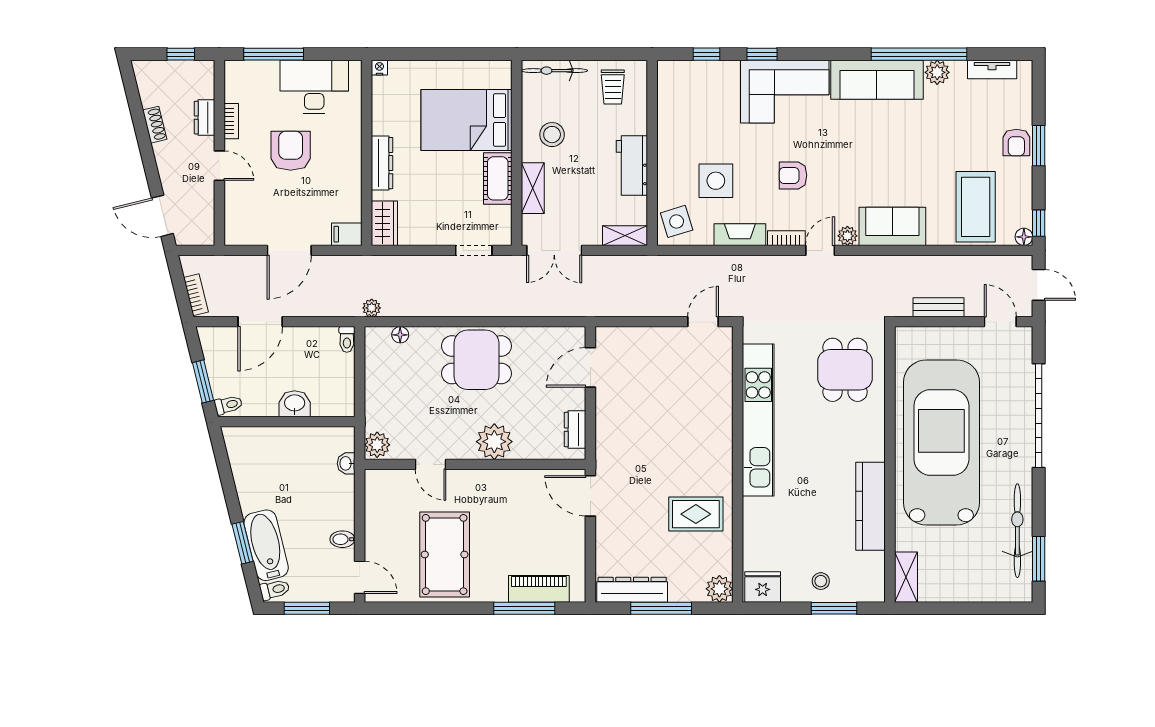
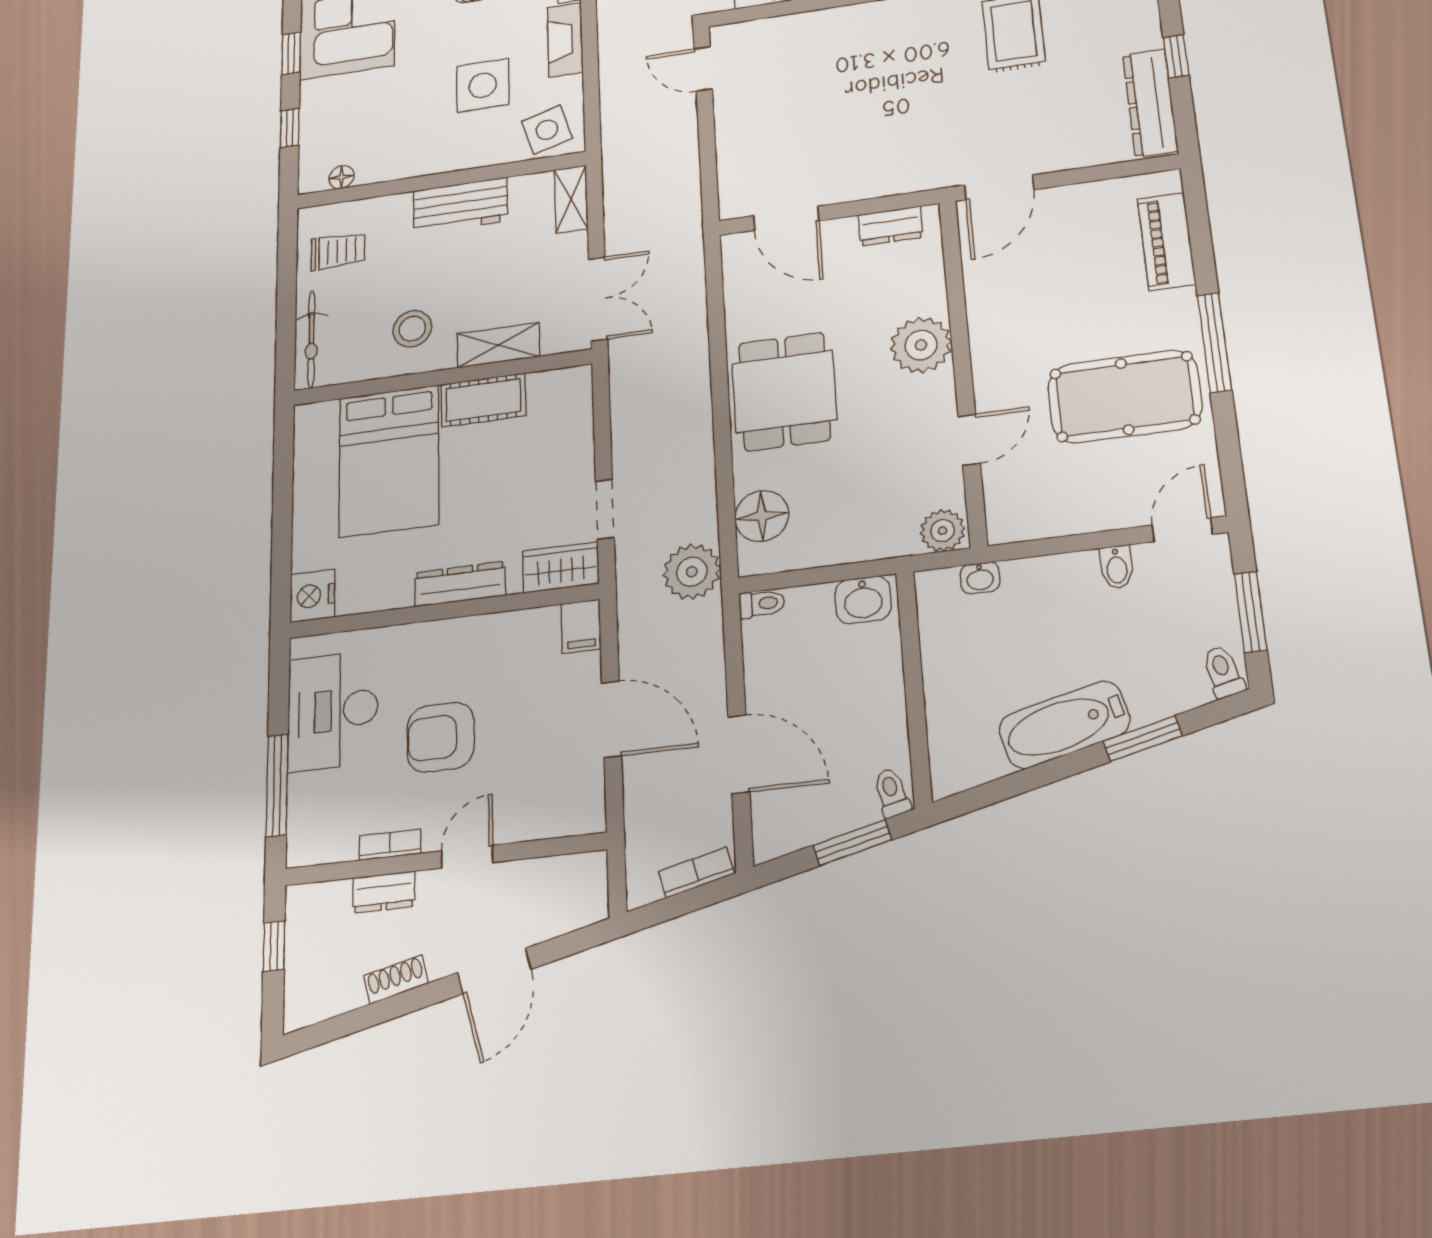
nightstand: (379, 68) -> (312, 596), width x1.89, depth x1.79
floor lamp: (665, 89) -> (341, 177), added
door: (162, 216) -> (494, 971), moved
doorway: (474, 250) -> (605, 509), moved
plant: (372, 308) -> (692, 572), width x1.87, depth x1.87
floor lamp: (400, 335) -> (762, 516), width x1.89, depth x1.89
washbasin: (295, 404) -> (863, 600), moved, turned -90
bathtub: (266, 545) -> (1064, 725), moved
window: (524, 608) -> (1214, 343), moved
window: (661, 608) -> (1176, 56), width x0.46

